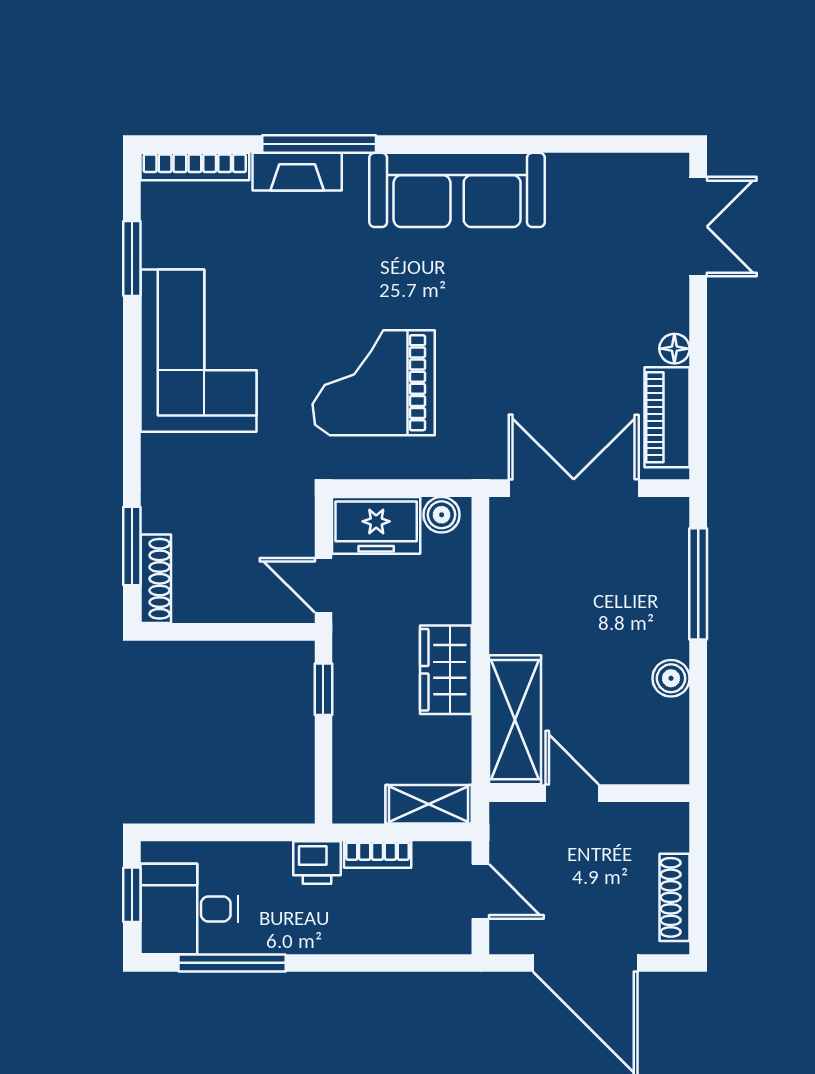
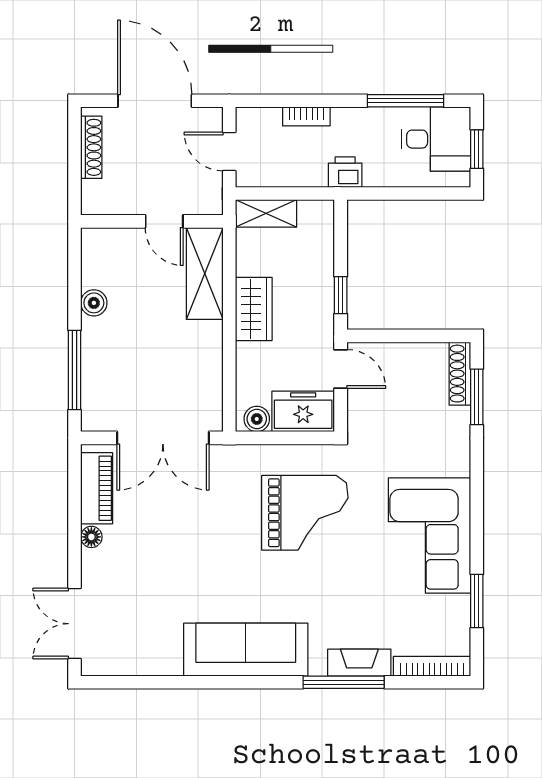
bookcase: (378, 854) -> (306, 116), moved, turned 180

